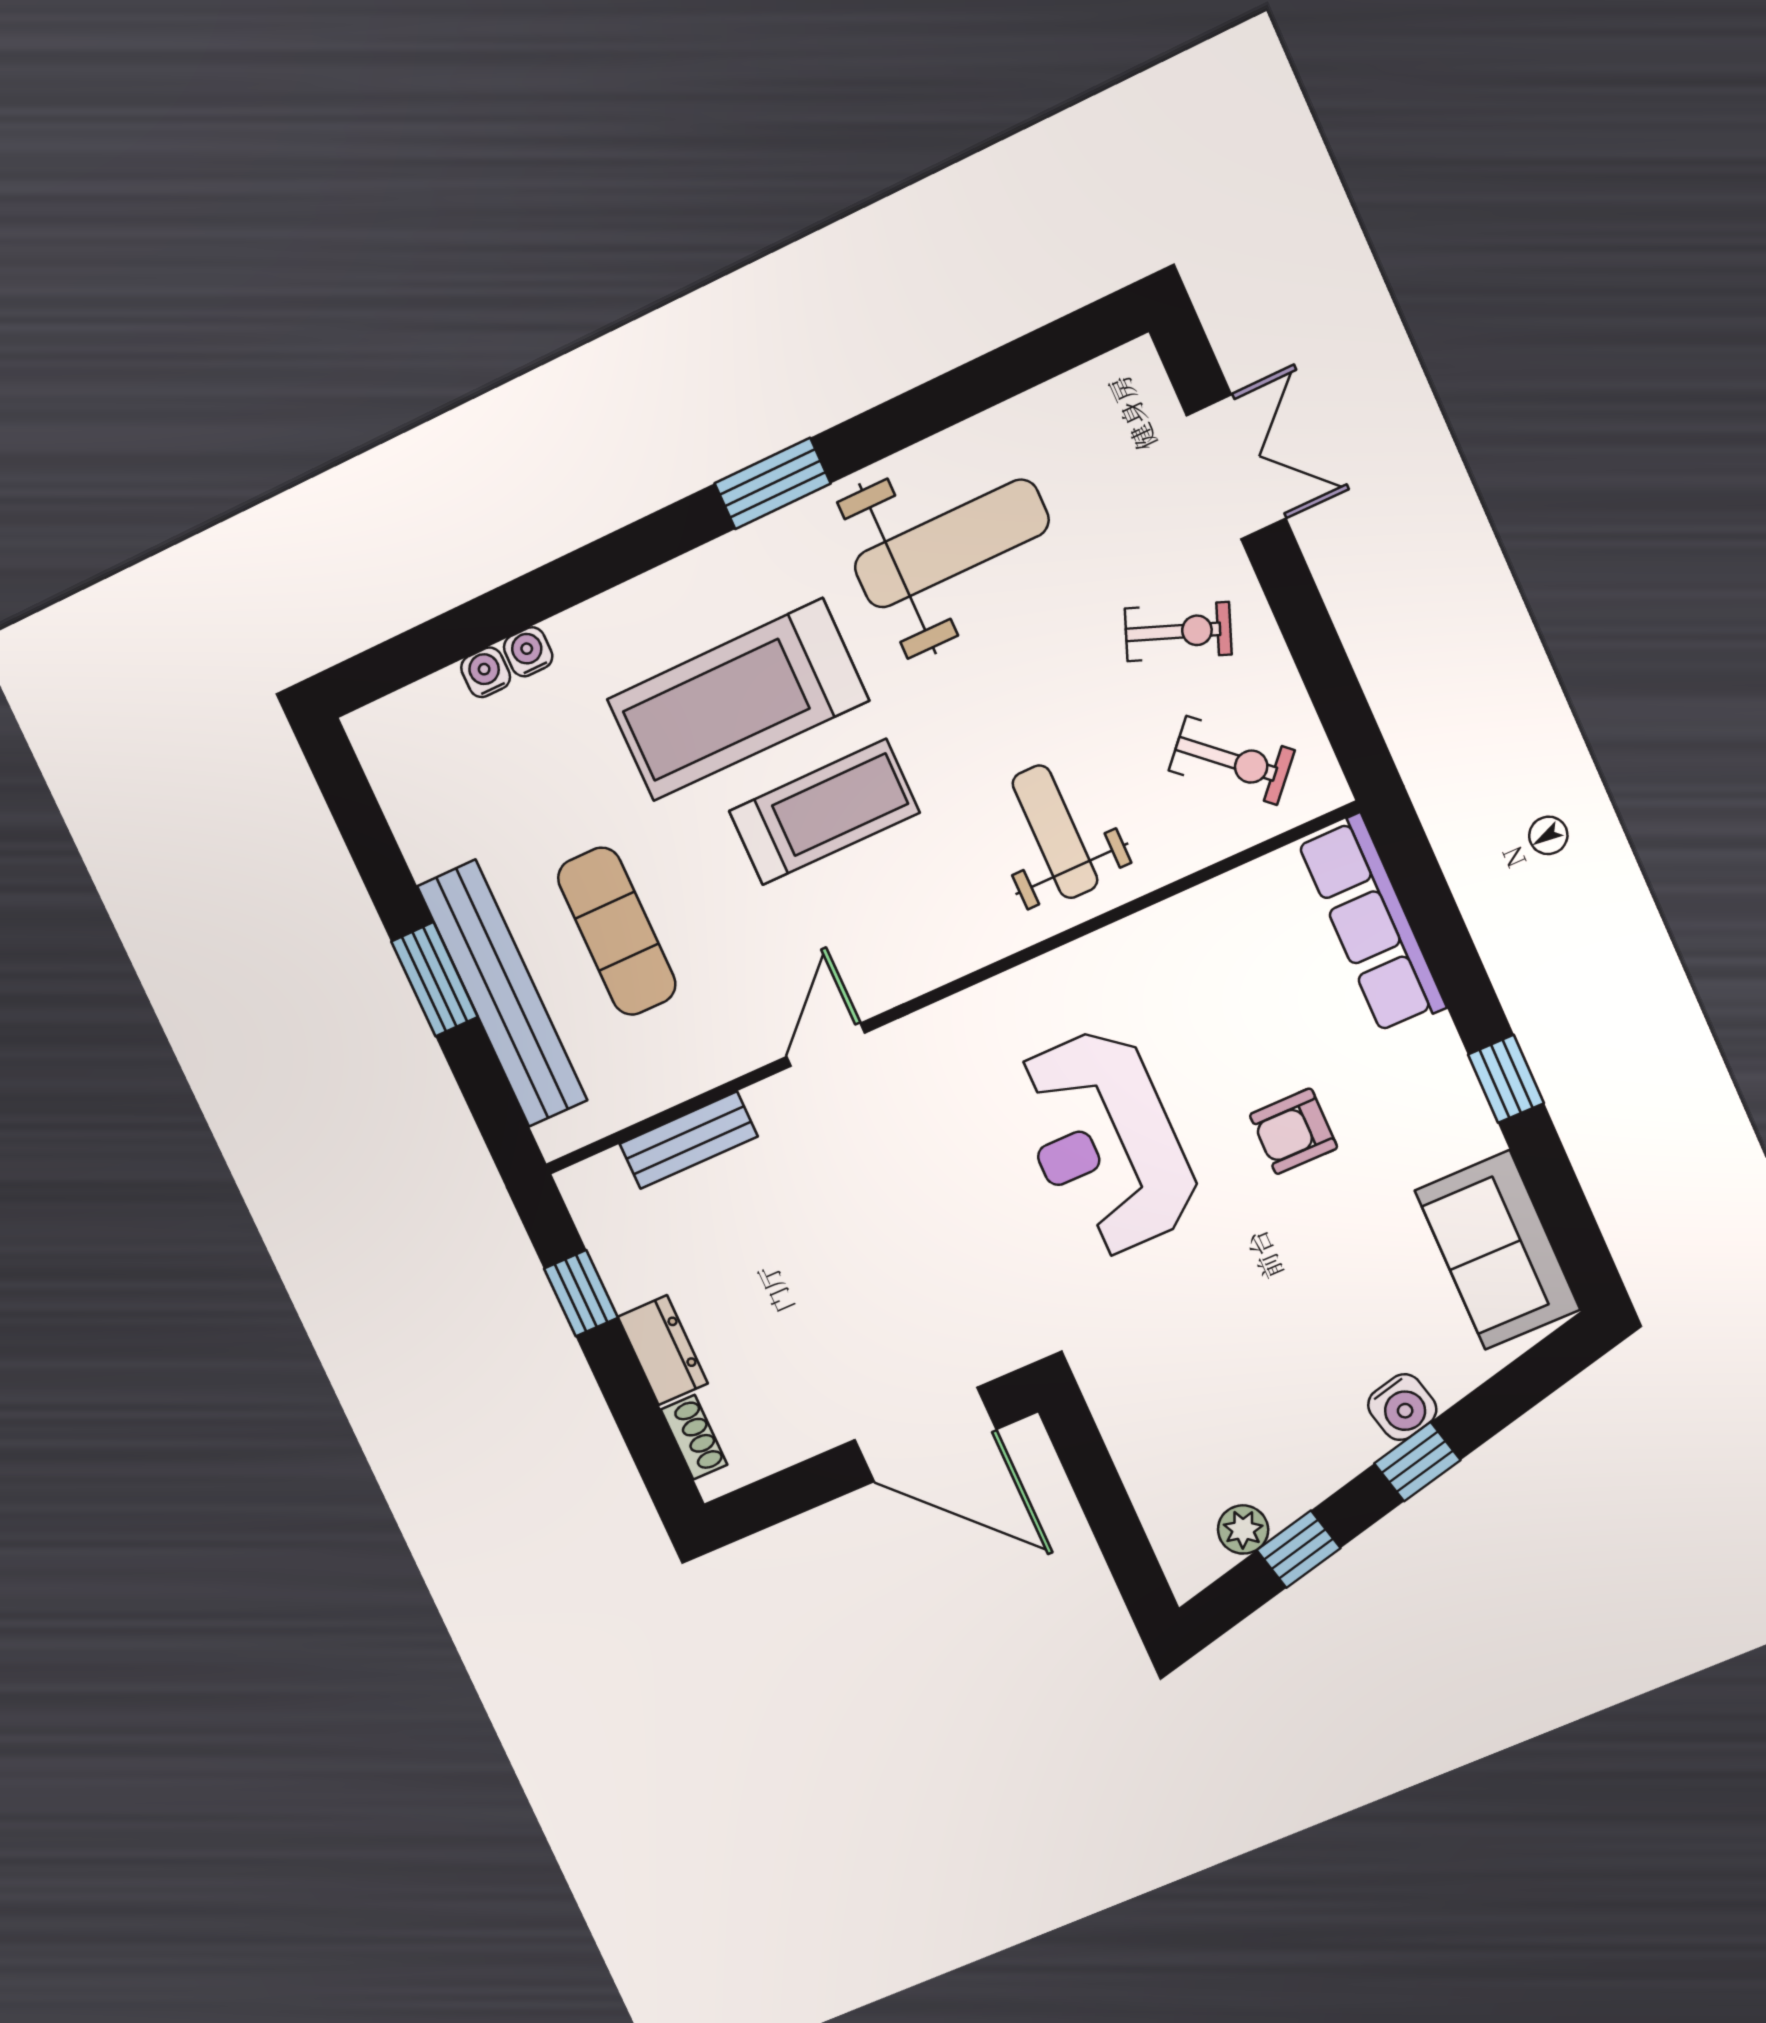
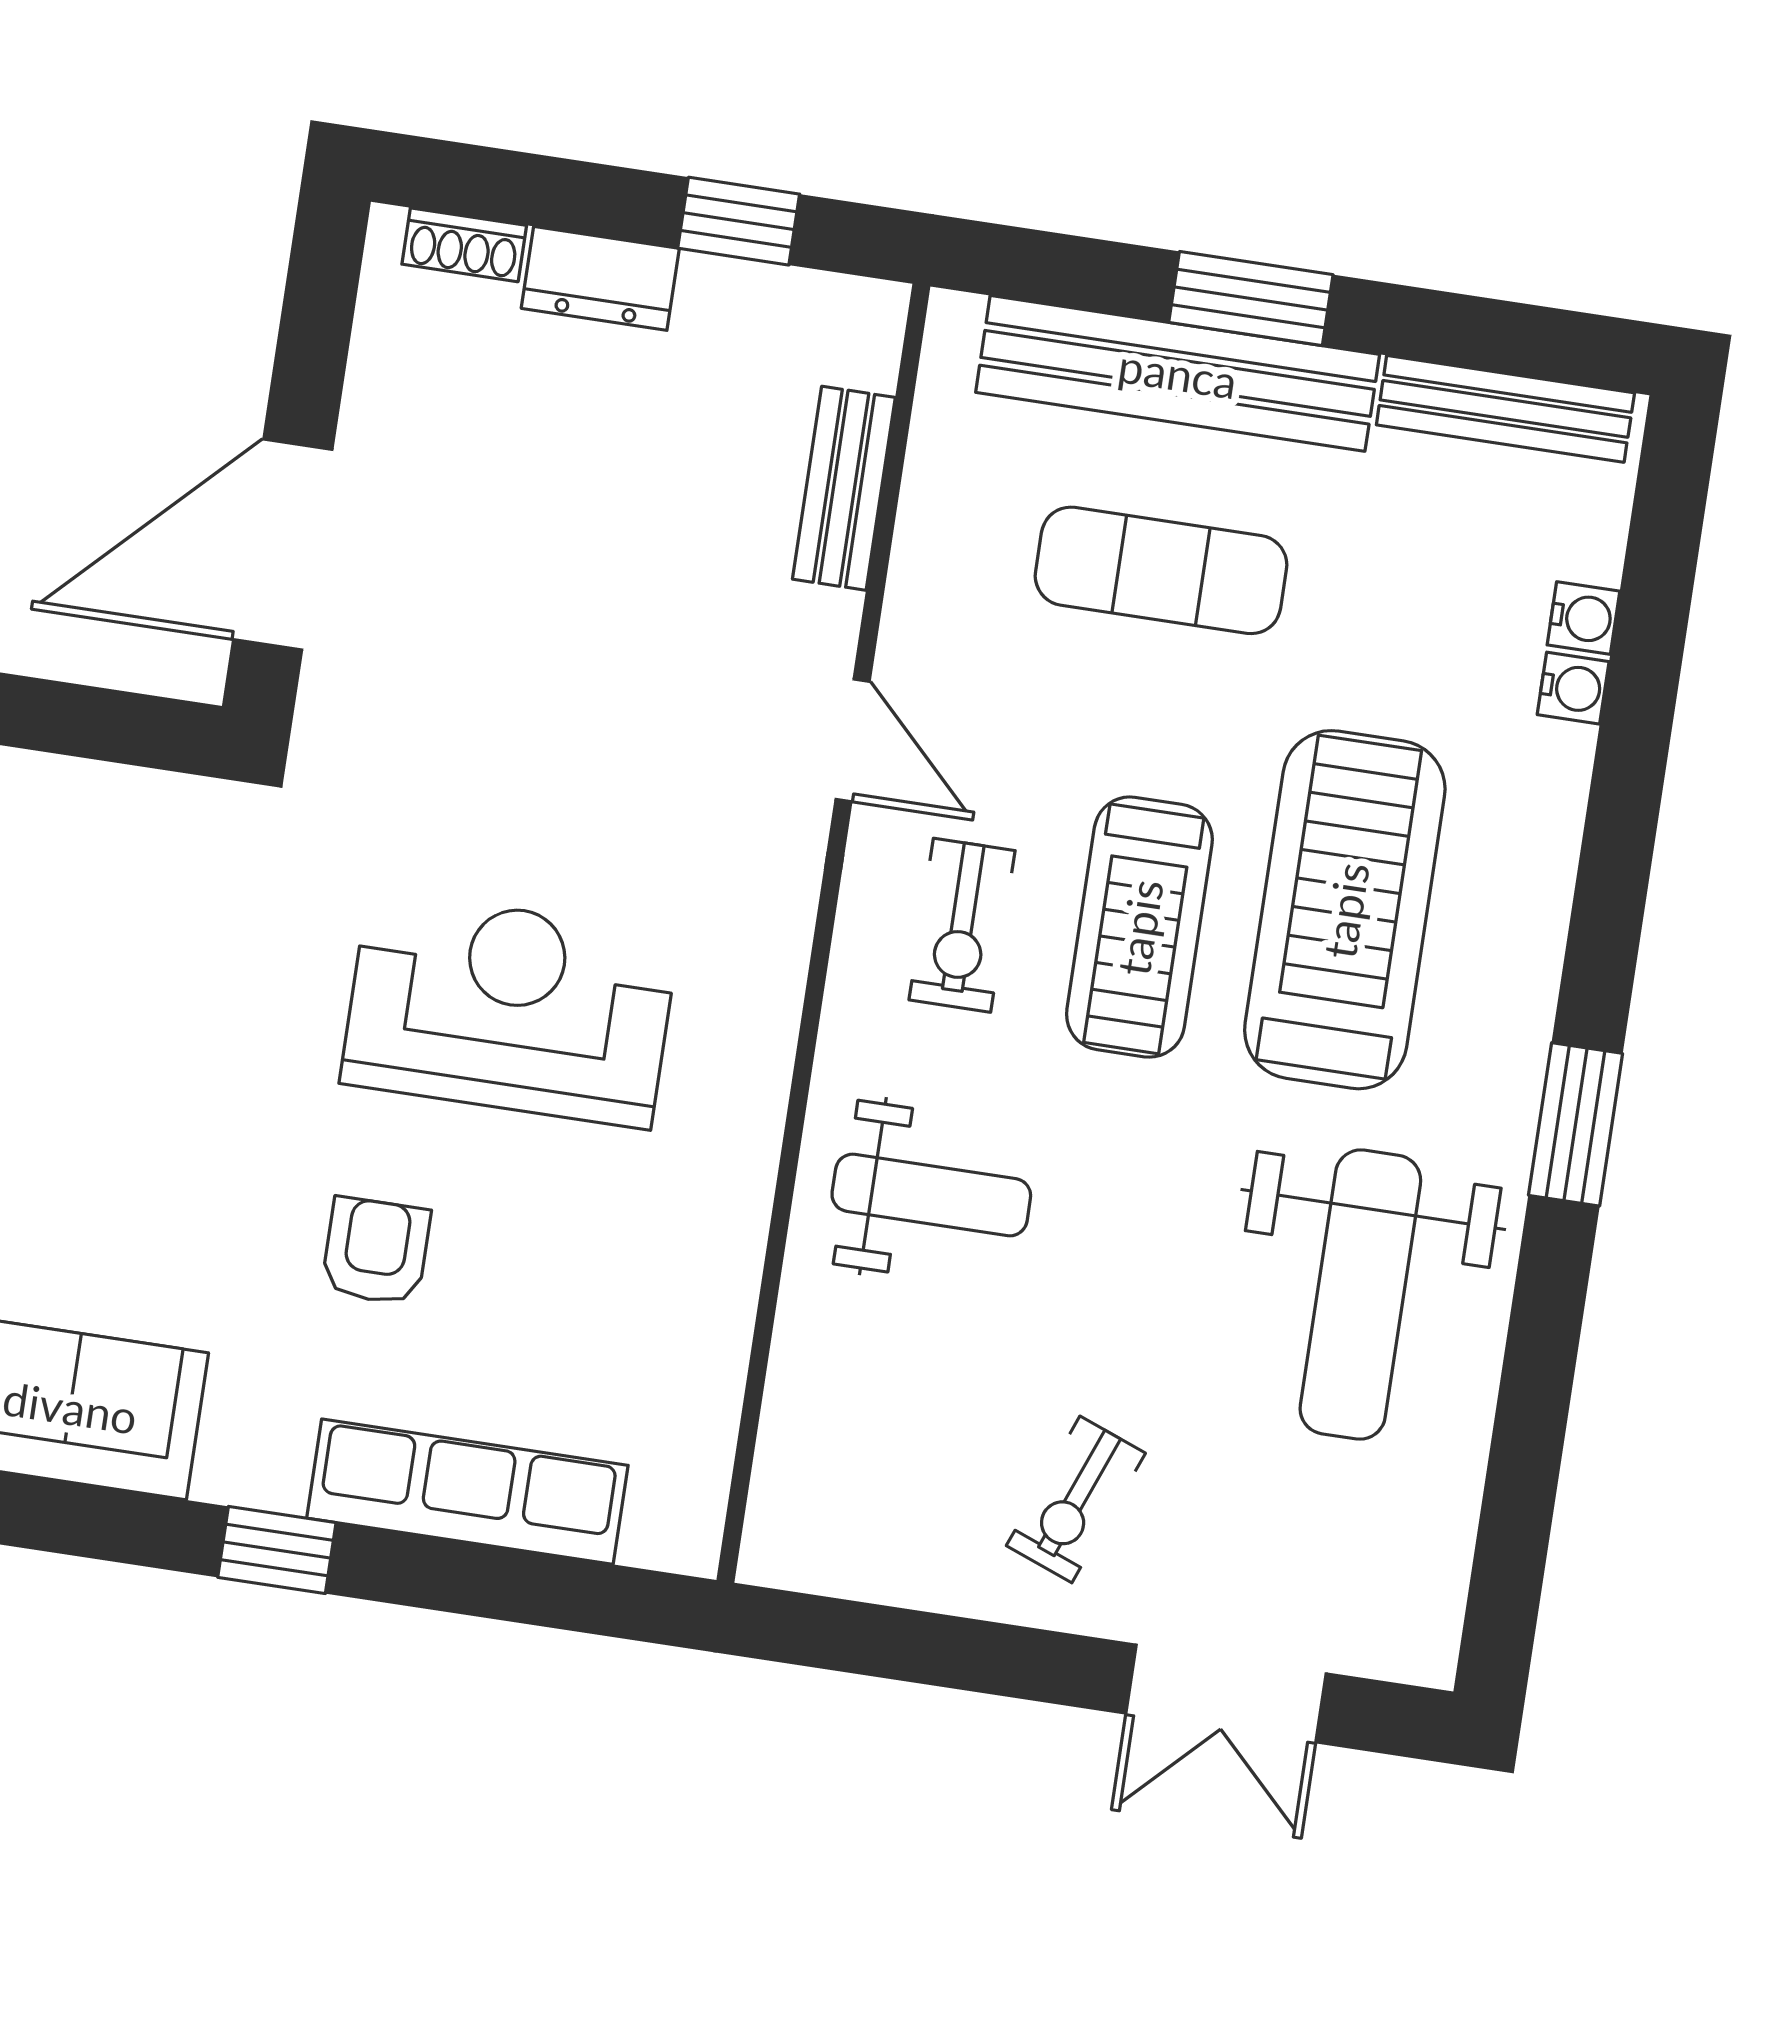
exercise bike: (1232, 760) -> (962, 925), moved, turned -42
bench: (400, 795) -> (1505, 409), added
row of seats: (1372, 924) -> (467, 1492), moved

